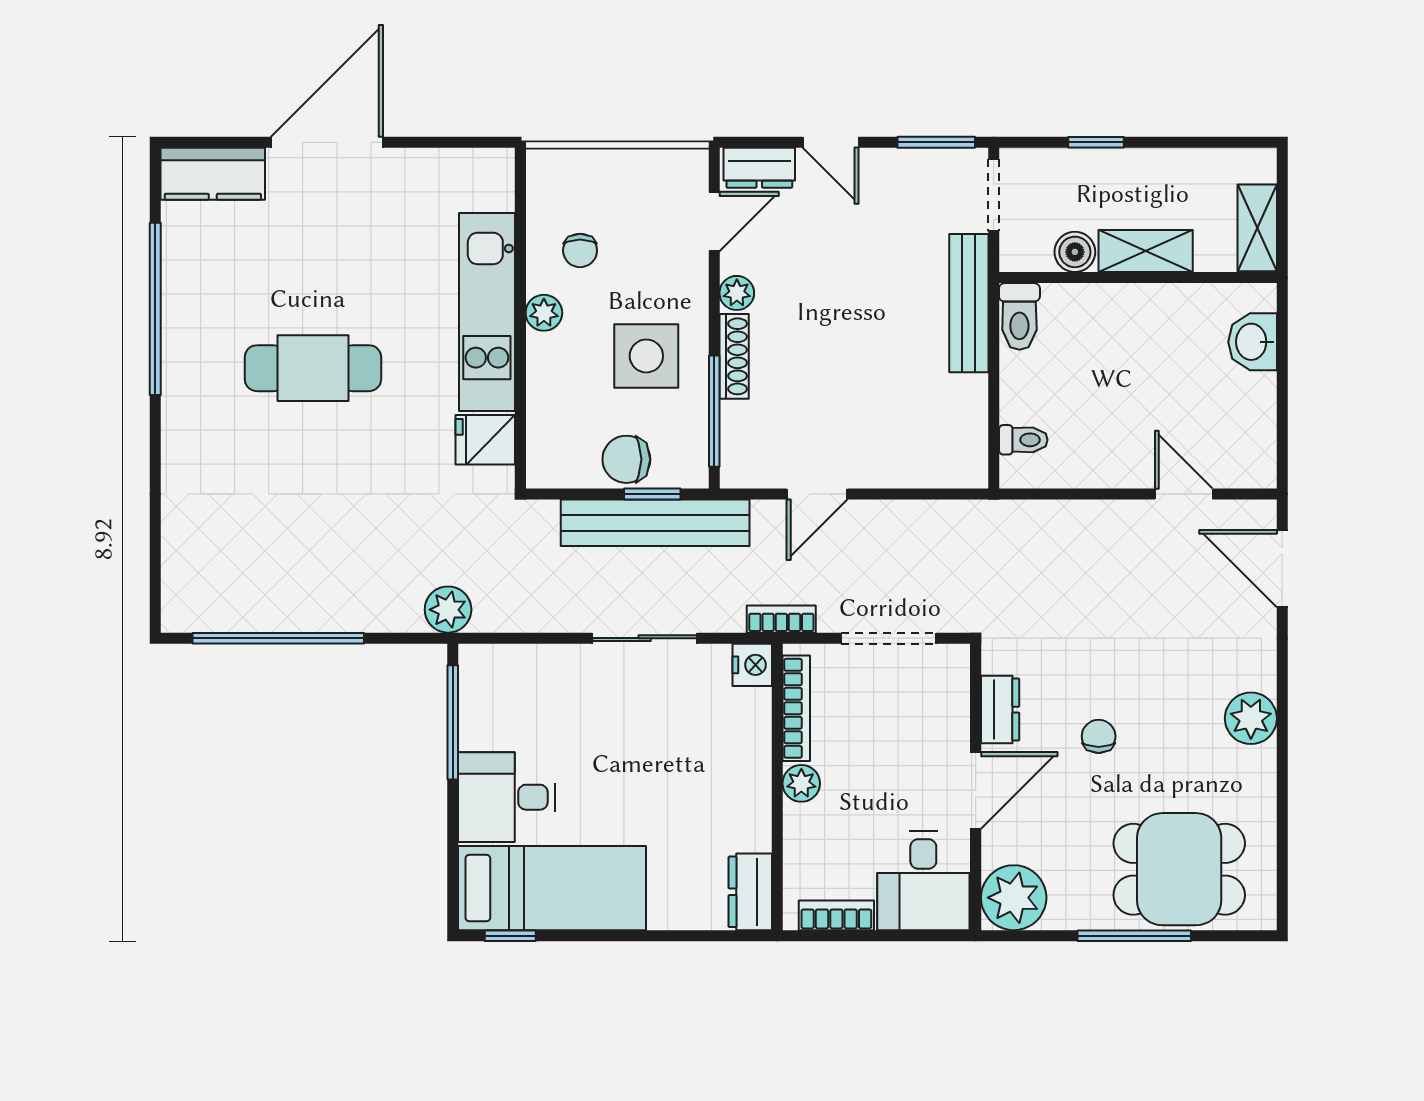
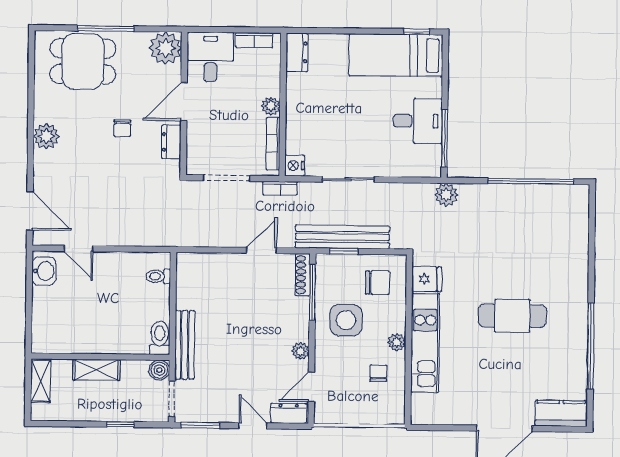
boiler: (1075, 252) -> (159, 370), moved
washbasin: (1253, 342) -> (44, 271), moved
shoe rack: (734, 356) -> (303, 275), moved
chair: (626, 459) -> (377, 282), moved
desk: (507, 797) -> (418, 121), moved

